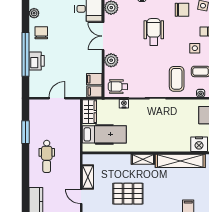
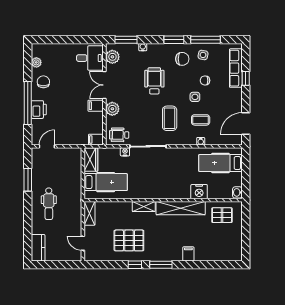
filing cabinet: (94, 79) -> (96, 106), moved
coffee table: (177, 79) -> (170, 118), moved
door: (57, 98) -> (47, 146), moved
shelving: (88, 177) -> (89, 213), moved

